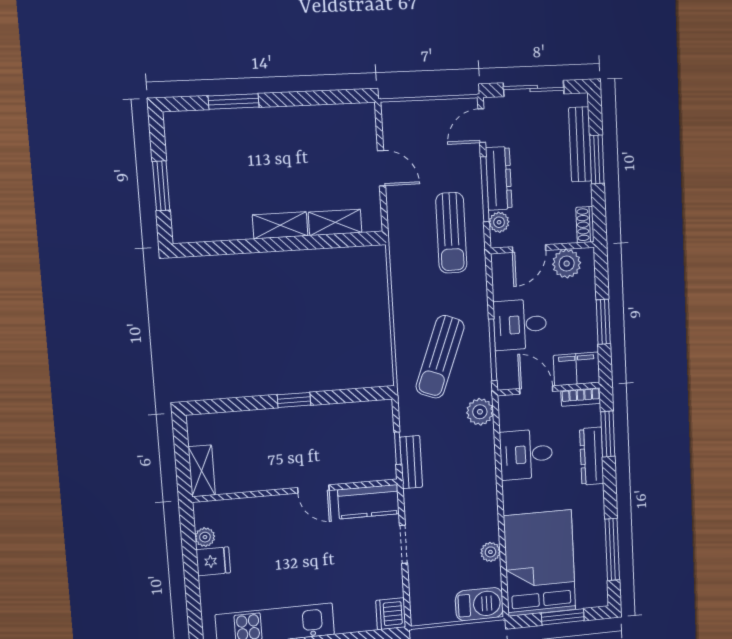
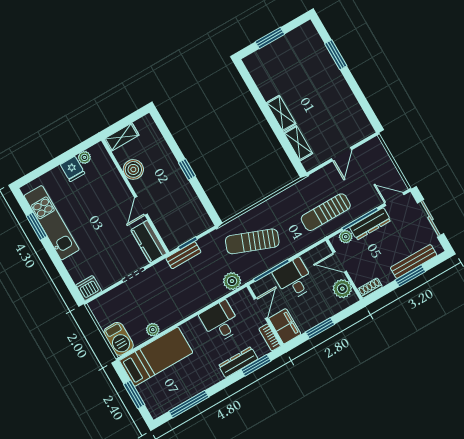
boiler: (256, 476) -> (133, 169), added
bed: (540, 563) -> (156, 357), width x0.67

